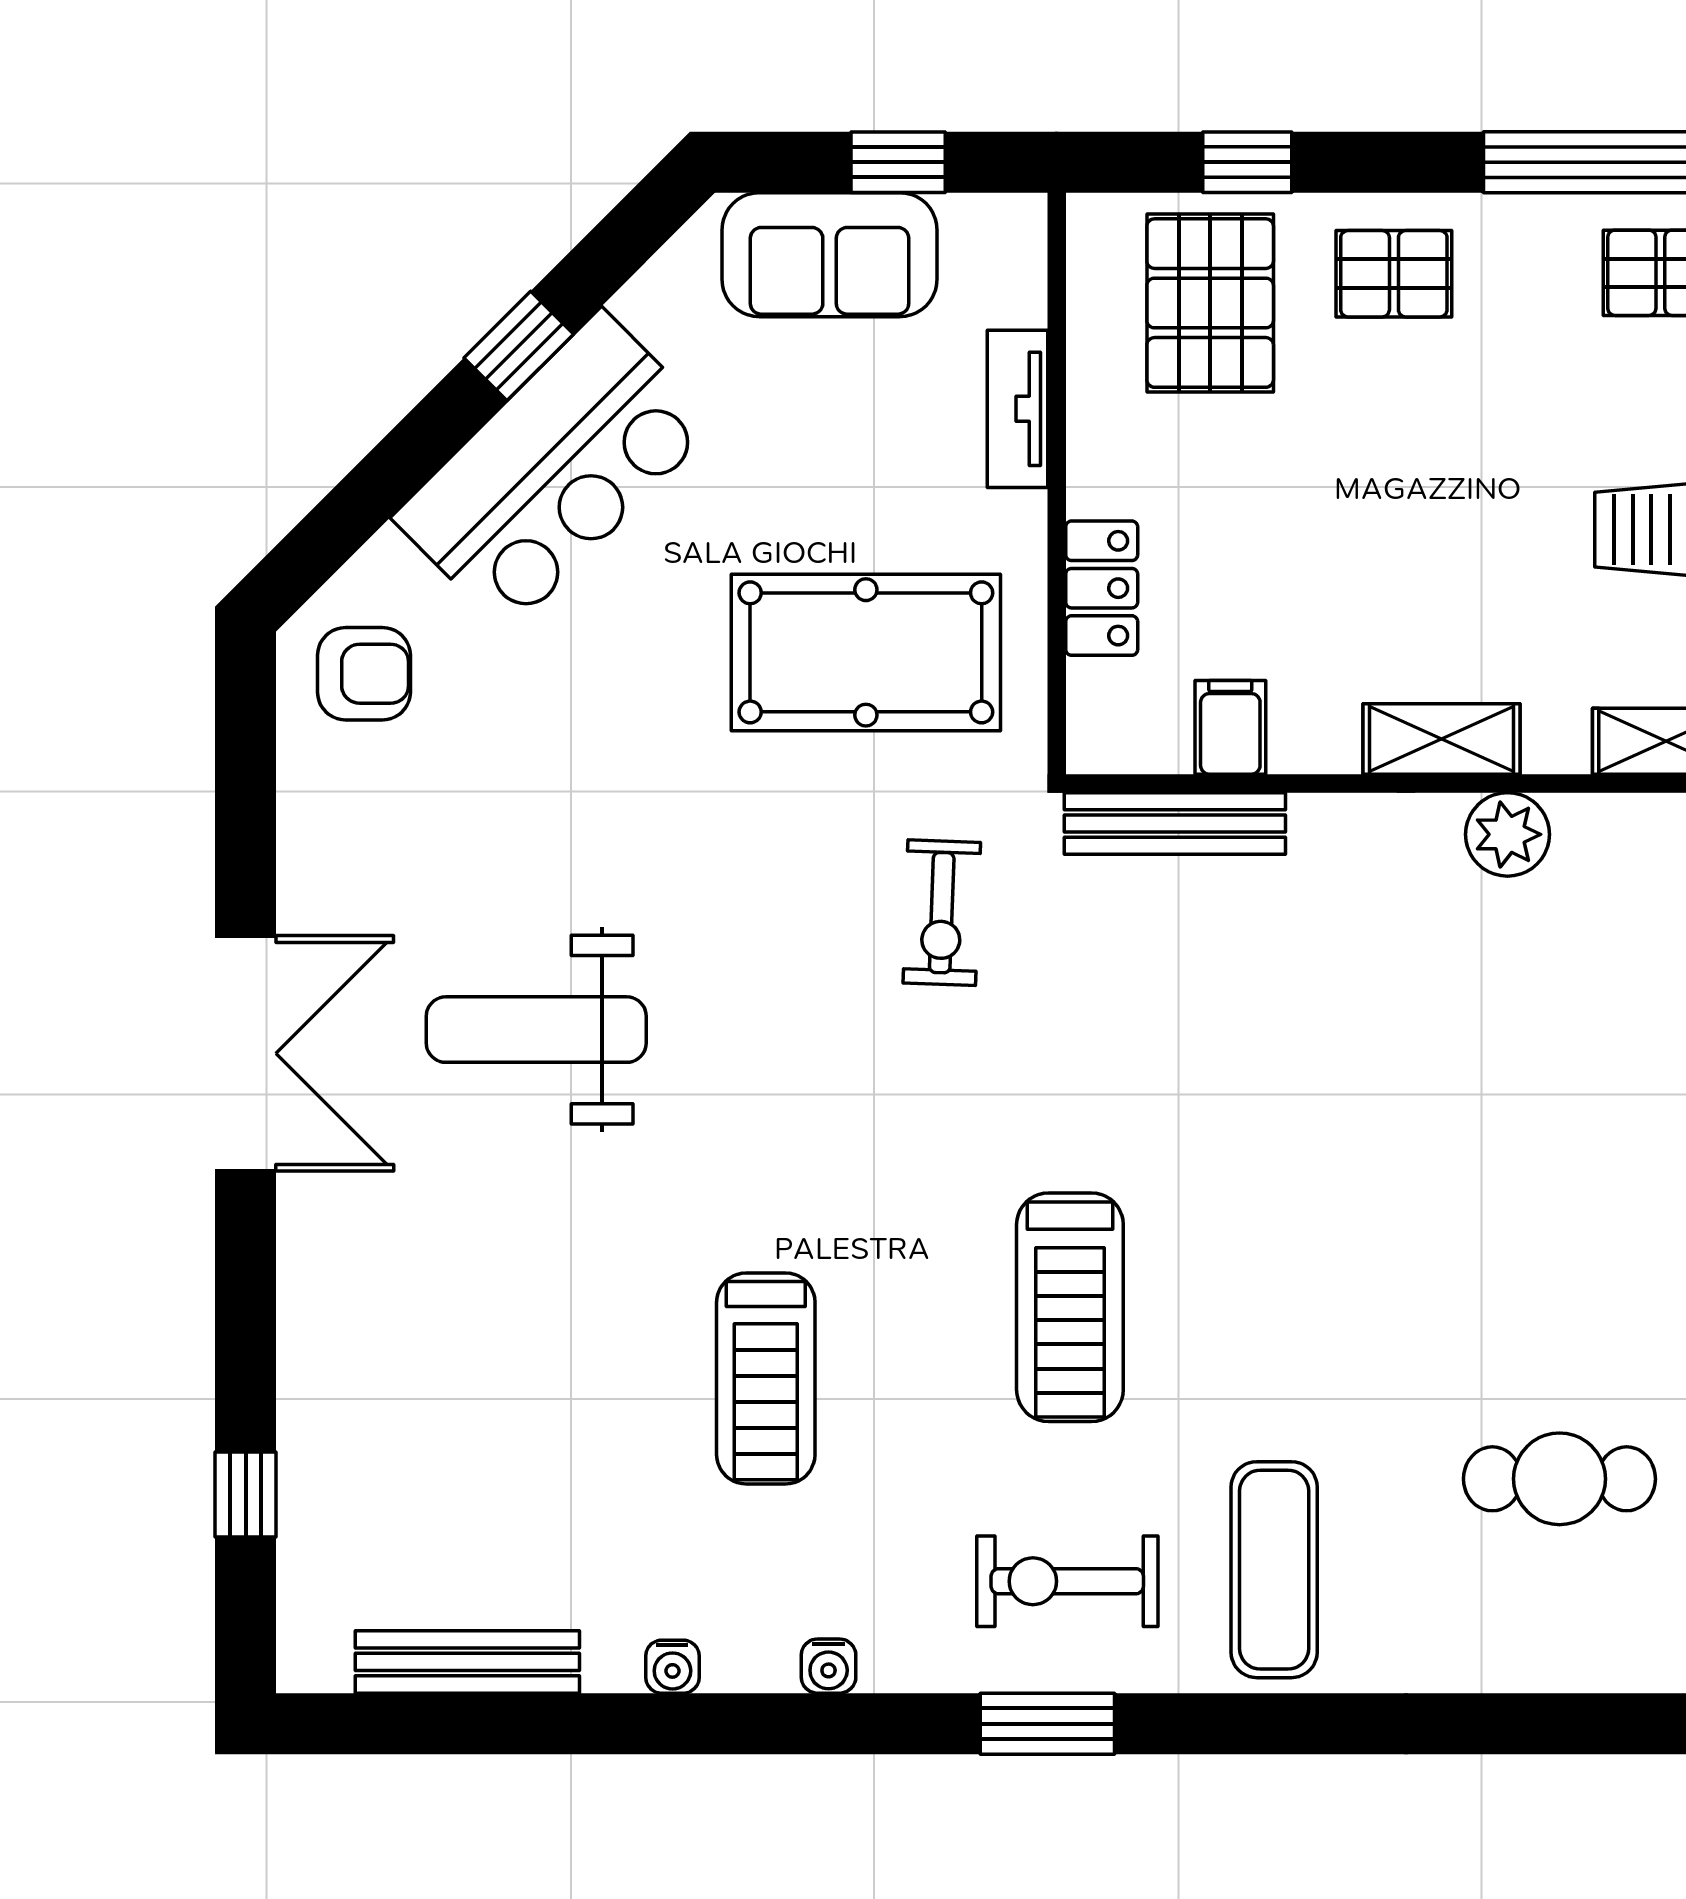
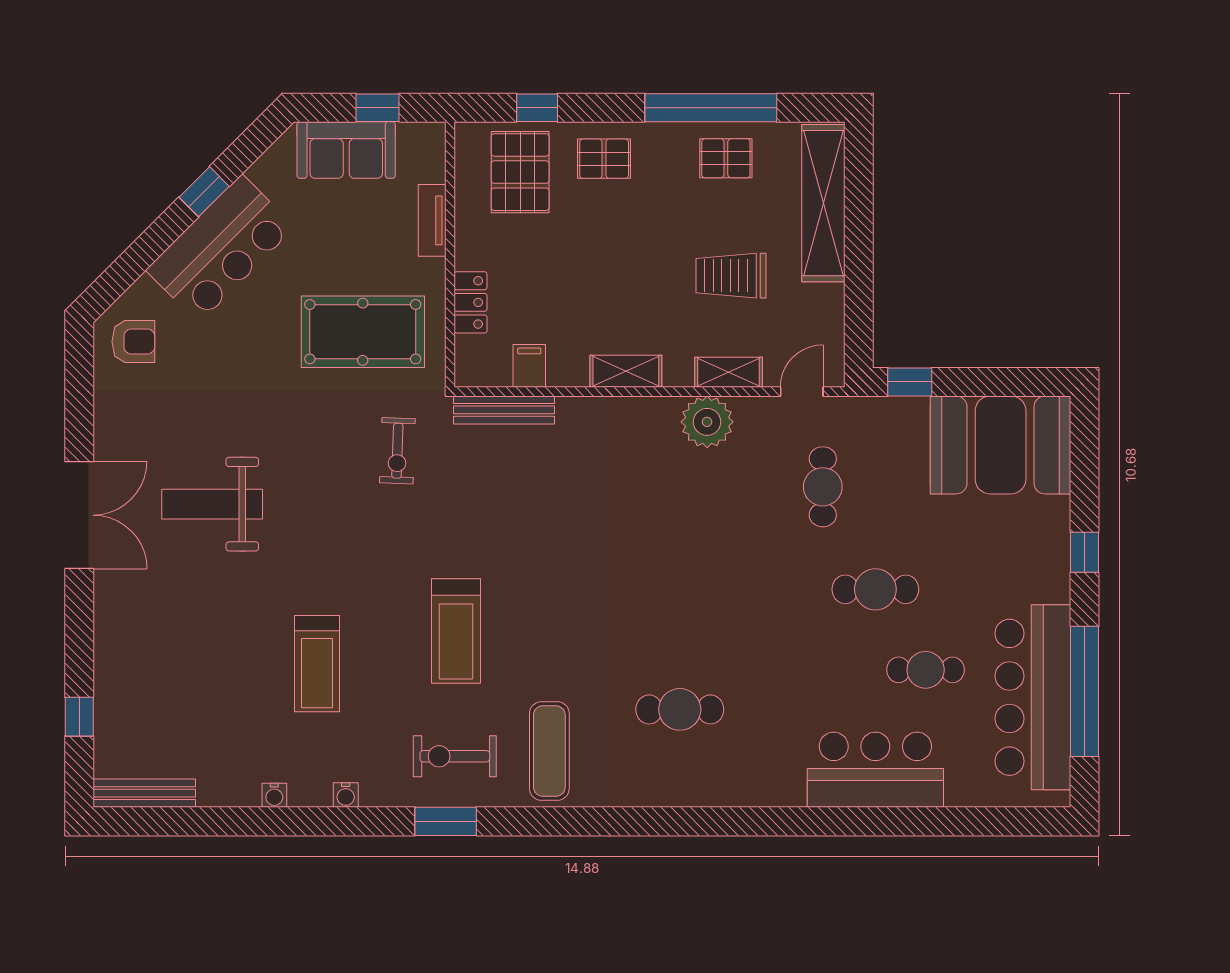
plant: (1508, 834) -> (707, 422), moved, width x1.36, depth x1.36
bench: (467, 1662) -> (144, 793), moved

